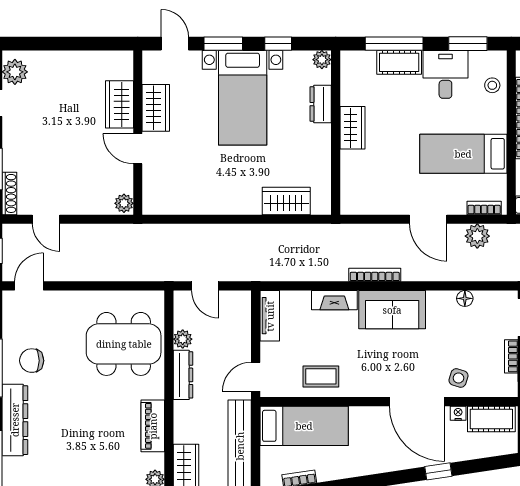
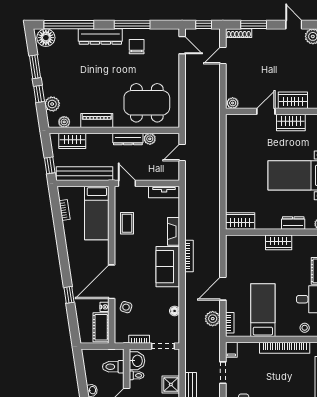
wardrobe: (286, 201) -> (240, 221), moved, turned -90
dining table: (124, 344) -> (147, 103), turned 90

